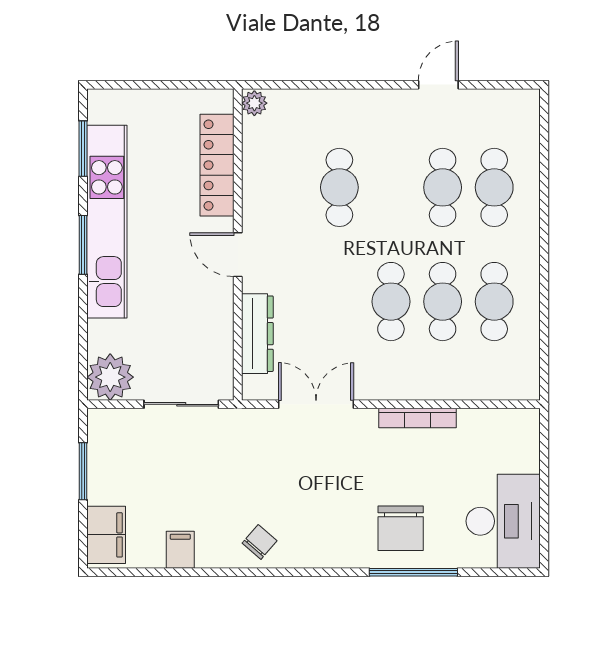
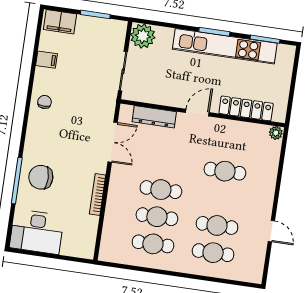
chair: (260, 542) -> (45, 102), turned -131

